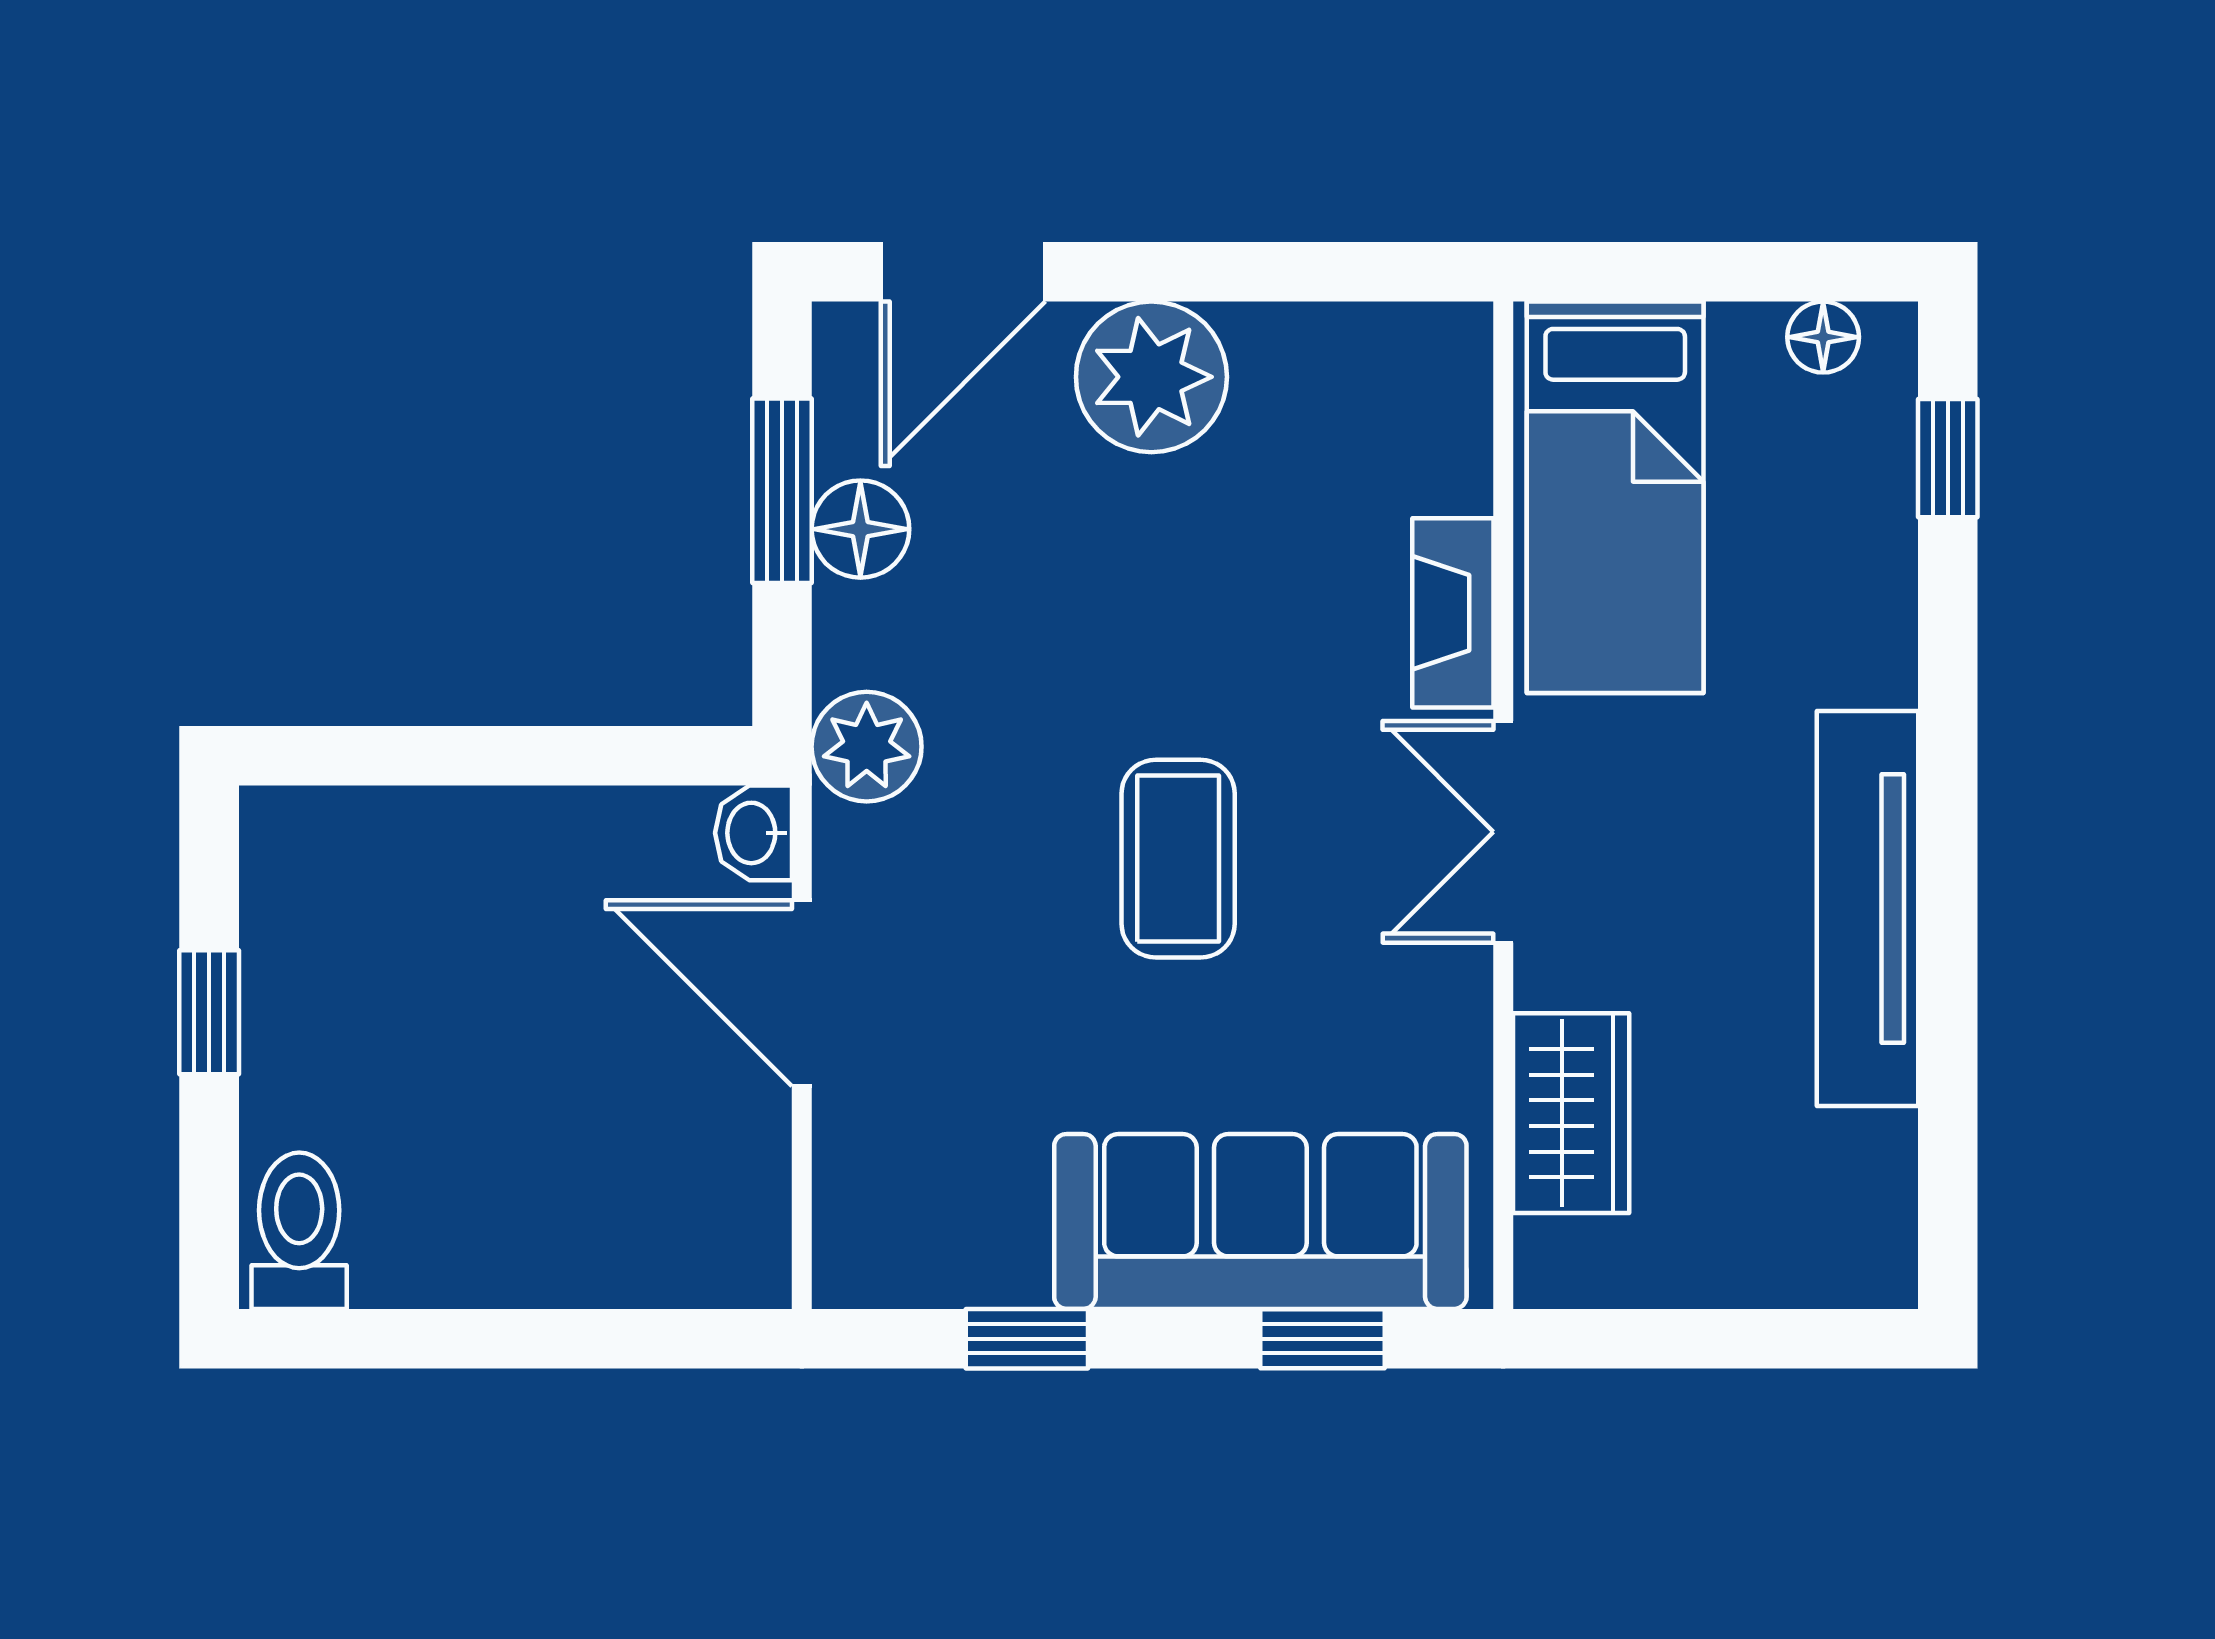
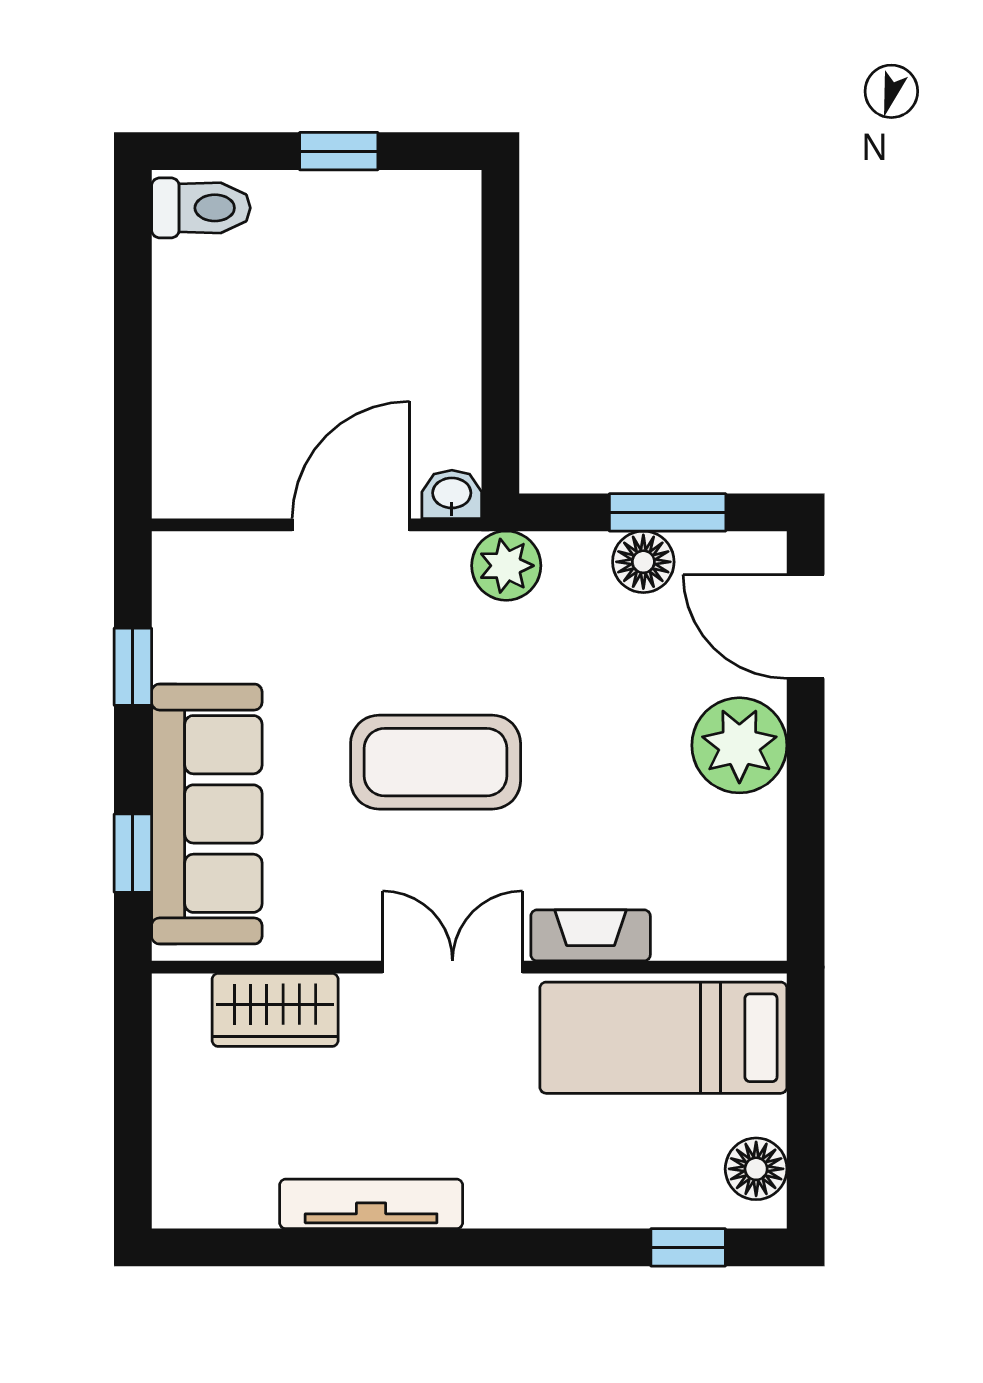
floor lamp: (1823, 337) -> (756, 1169), width x1.37, depth x1.37
coffee table: (1178, 859) -> (436, 762), width x1.36, depth x1.32
tv unit: (1868, 908) -> (371, 1204), width x0.73, depth x0.78

